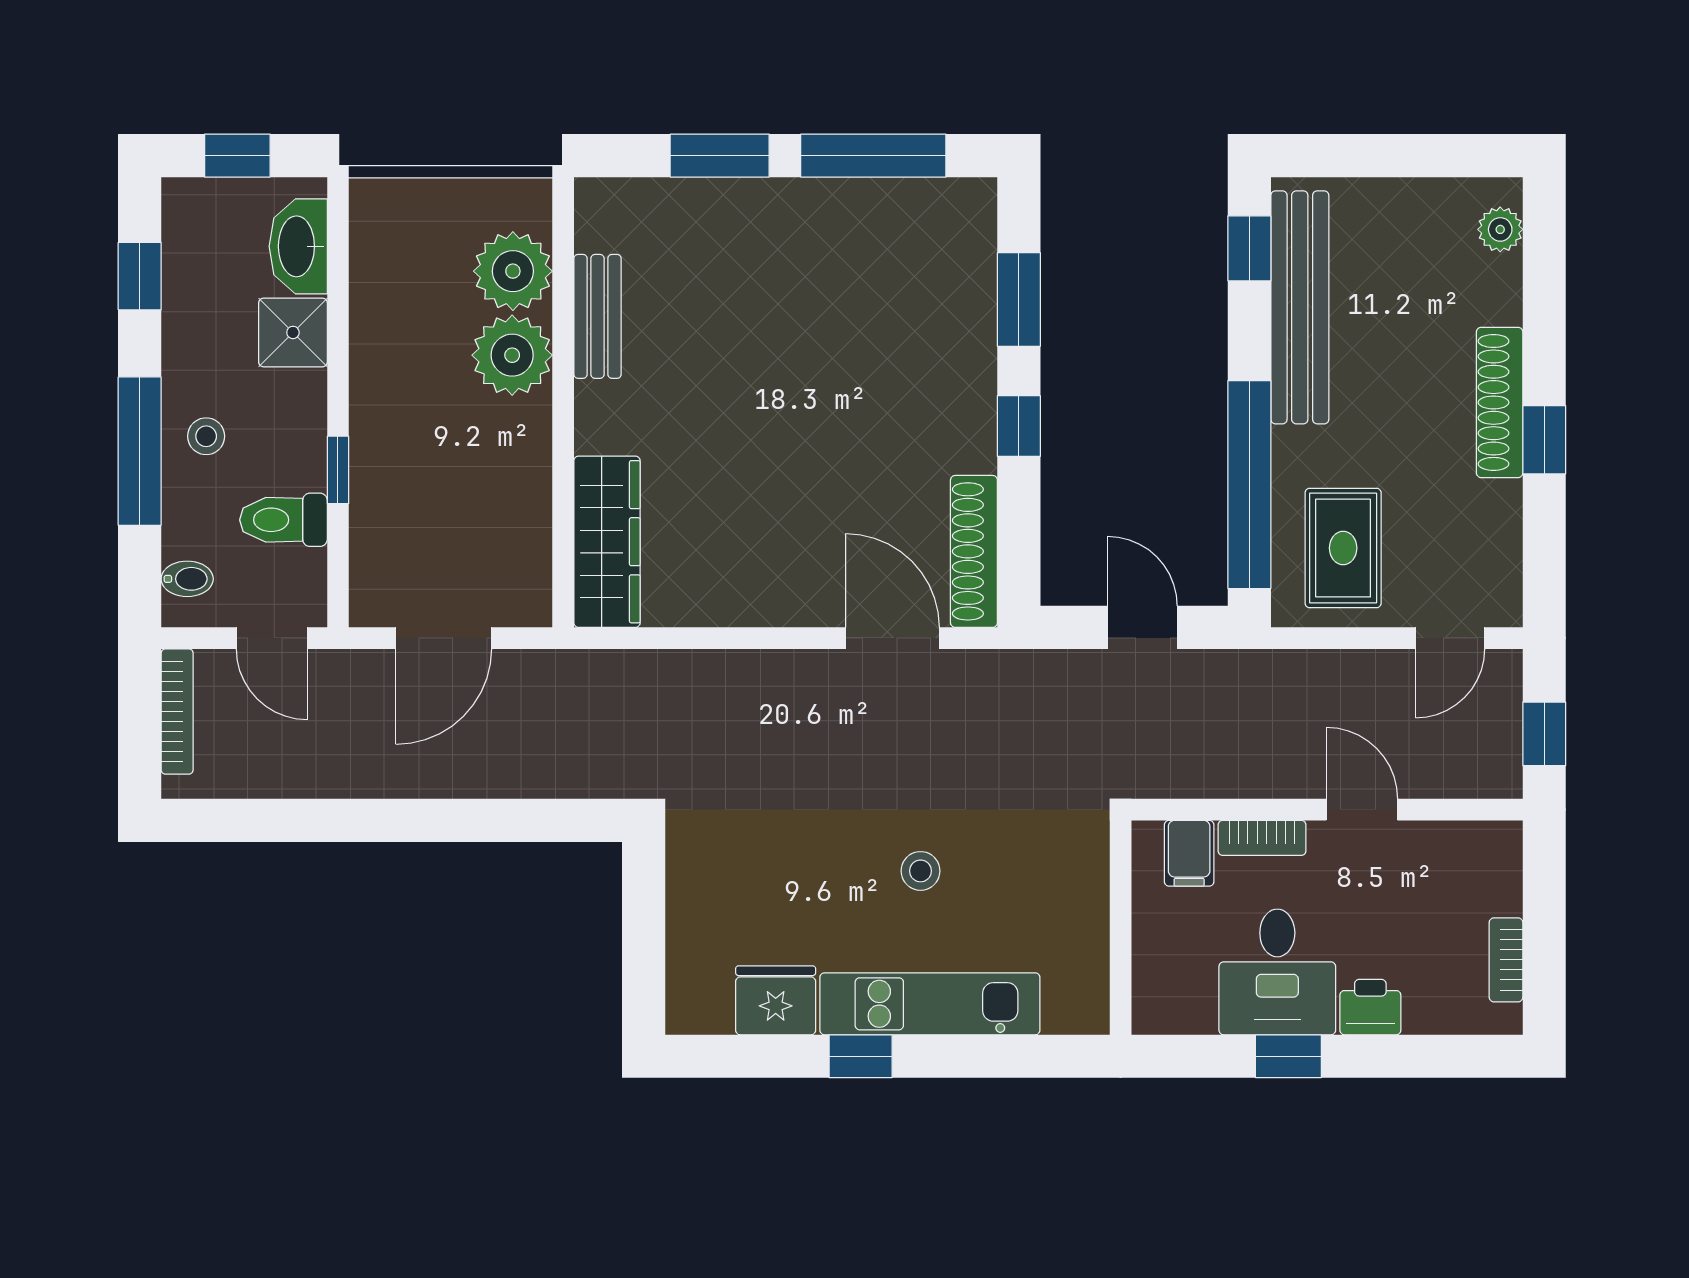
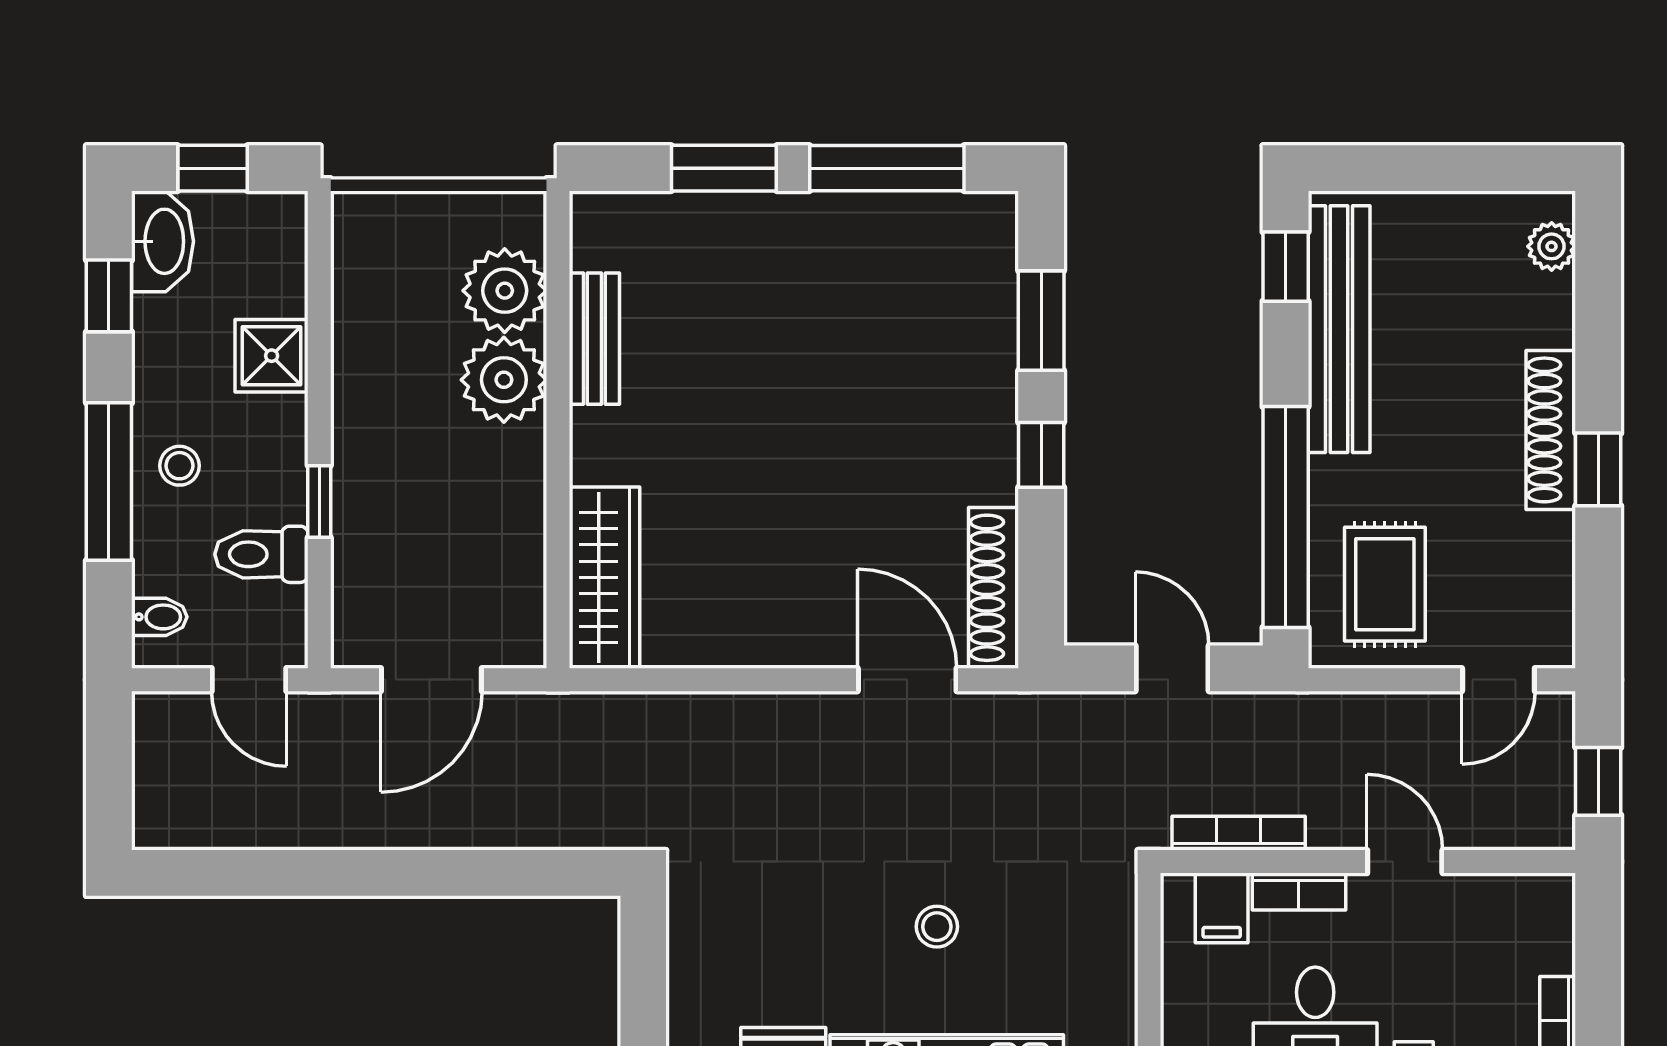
washbasin: (298, 246) -> (163, 241), moved, turned 180
bookcase: (177, 712) -> (1239, 833), moved, turned -90

